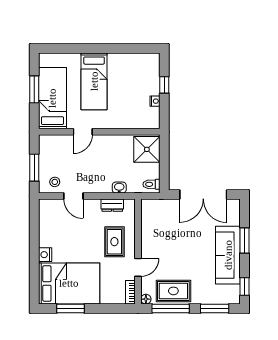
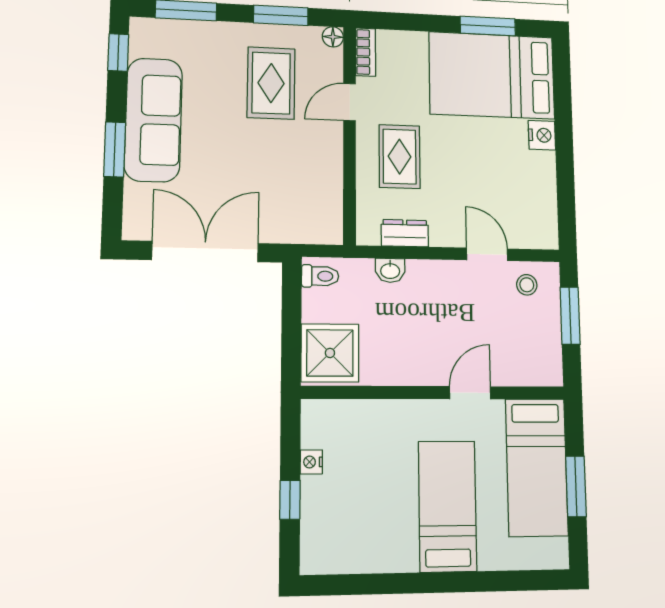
rug: (173, 291) -> (271, 83), moved, turned 90
window: (171, 308) -> (281, 15), width x0.69

